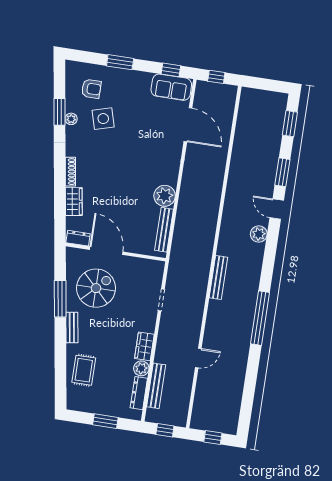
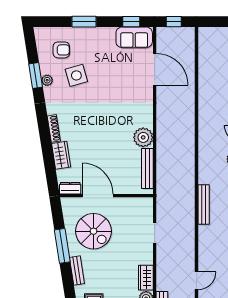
spiral stairs: (96, 288) -> (94, 231), turned 90

